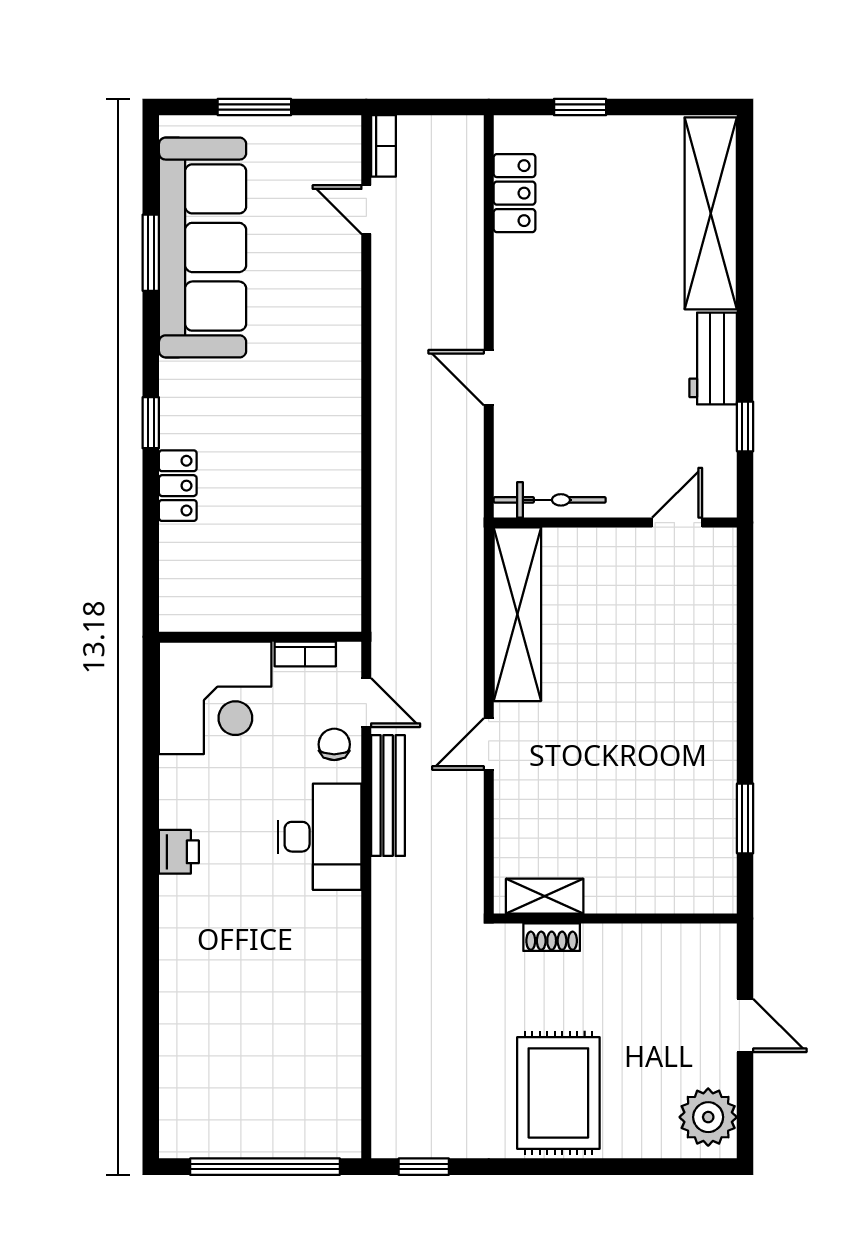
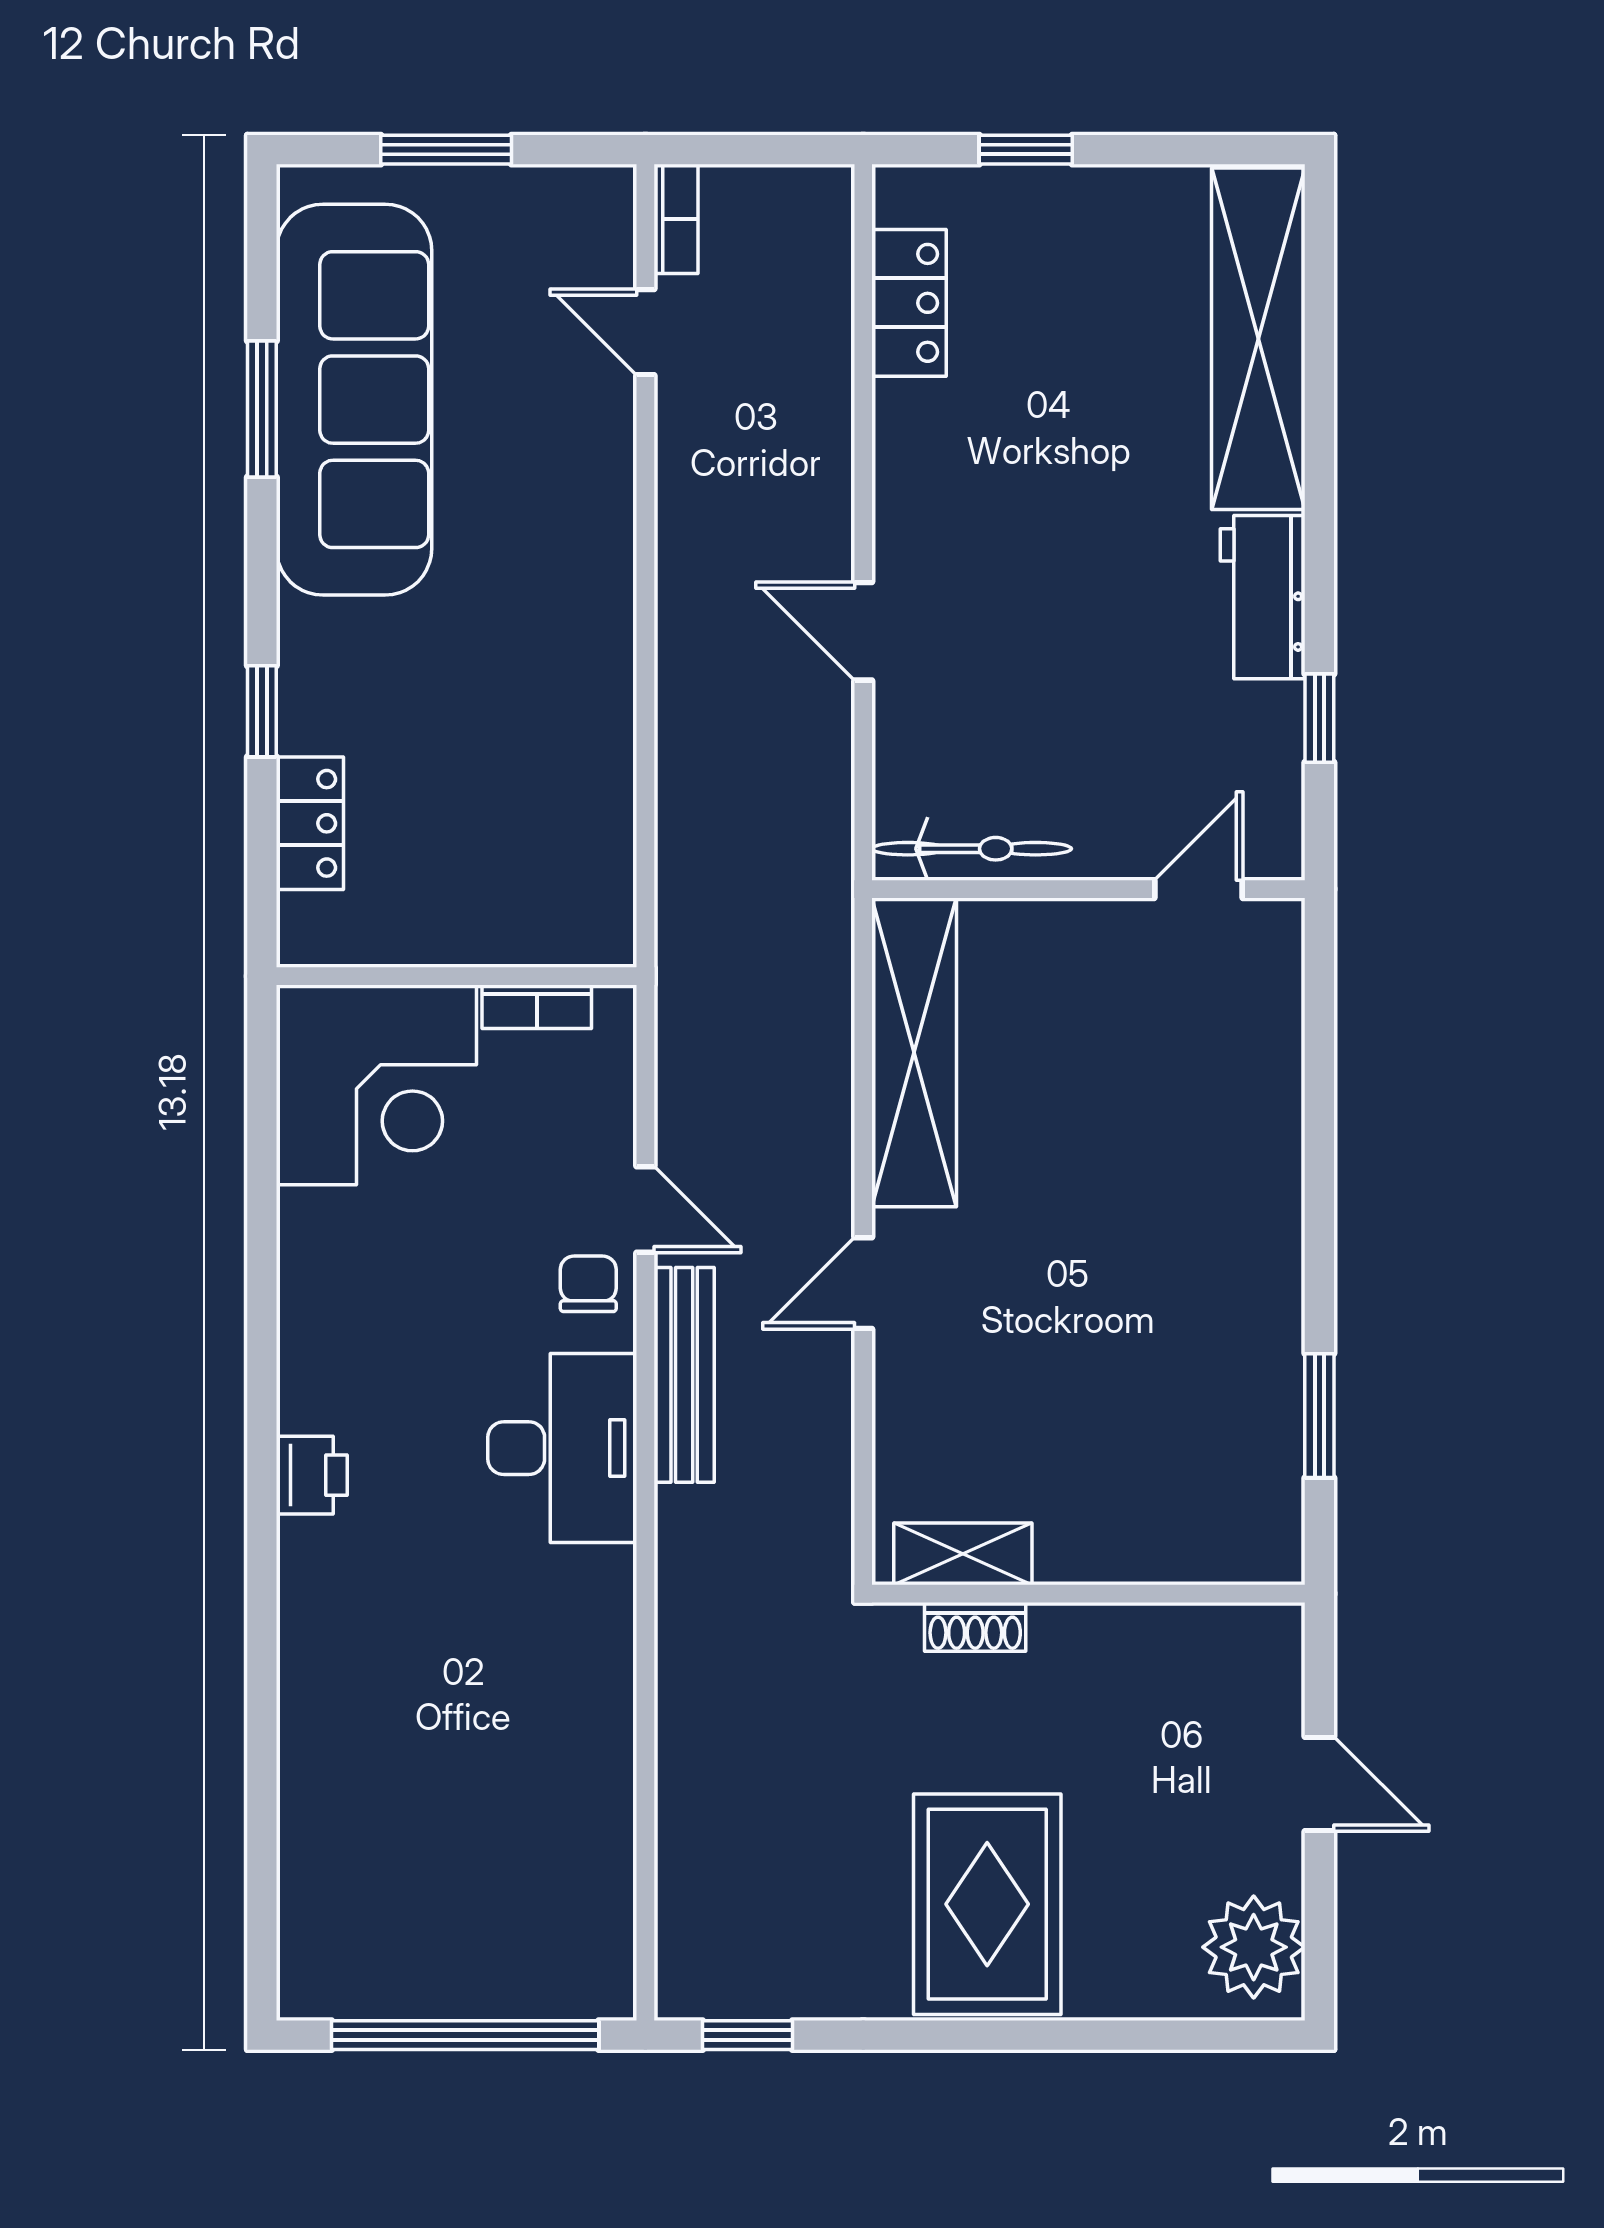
wall: (260, 637) -> (457, 976), moved
bookcase: (305, 654) -> (537, 1007), moved
corner desk: (215, 698) -> (376, 1085), moved

